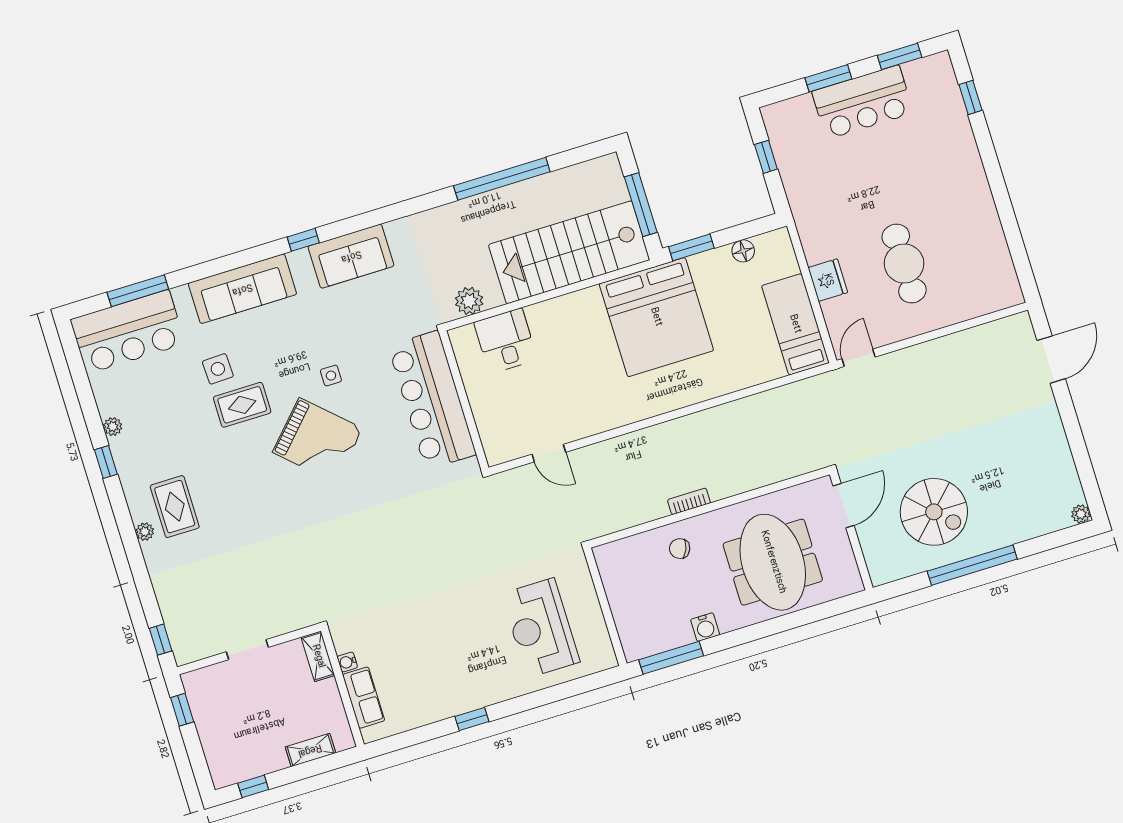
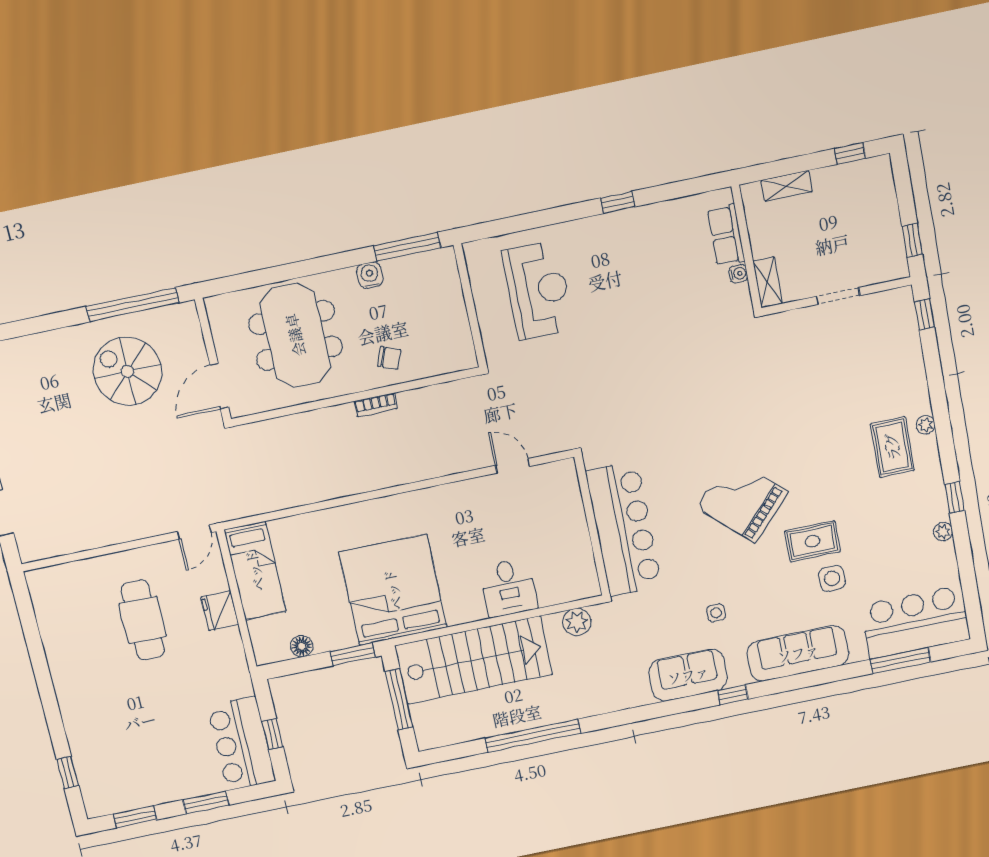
bar counter: (863, 102) -> (242, 744), moved, turned -90
desk: (506, 341) -> (509, 588), moved
side table: (331, 376) -> (716, 613), moved
window: (972, 565) -> (133, 305), moved

